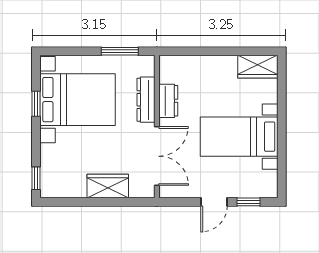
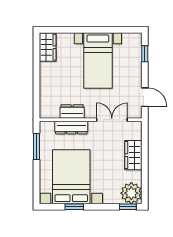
double door: (157, 156) -> (112, 120), width x0.73
plant: (55, 183) -> (131, 193), added
door: (214, 202) -> (145, 97), moved

